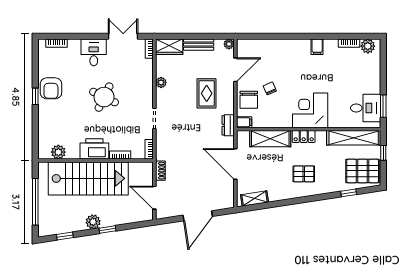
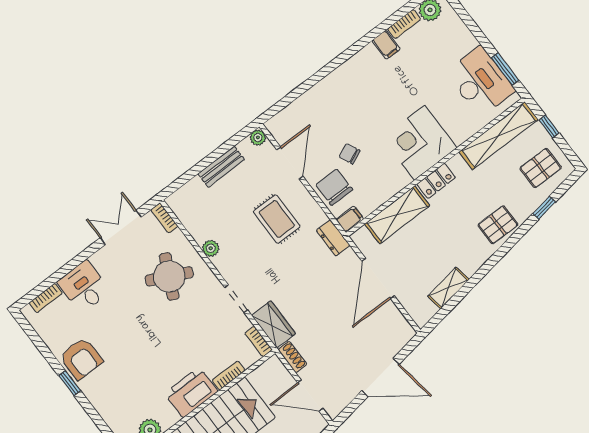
wardrobe: (169, 47) -> (274, 324), moved, turned -90
filing cabinet: (317, 47) -> (386, 45), moved
desk: (94, 52) -> (84, 287), moved
round table: (104, 97) -> (169, 276), moved
chair: (249, 100) -> (334, 187), turned 180
desk: (366, 108) -> (480, 82), width x1.37
door: (235, 164) -> (378, 278), hinge flipped
pallet: (363, 171) -> (541, 168), width x0.67, depth x0.71
pallet: (304, 174) -> (498, 225), moved
shelving: (254, 199) -> (448, 288), moved
door: (198, 216) -> (380, 377), hinge flipped

